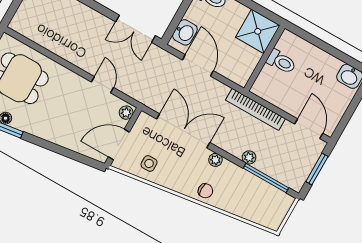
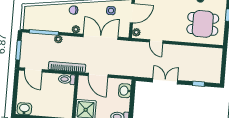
double door: (135, 29) -> (165, 81), moved
toilet: (281, 62) -> (67, 79), moved
door: (198, 65) -> (98, 75), moved
double door: (183, 131) -> (101, 37), swing flipped

